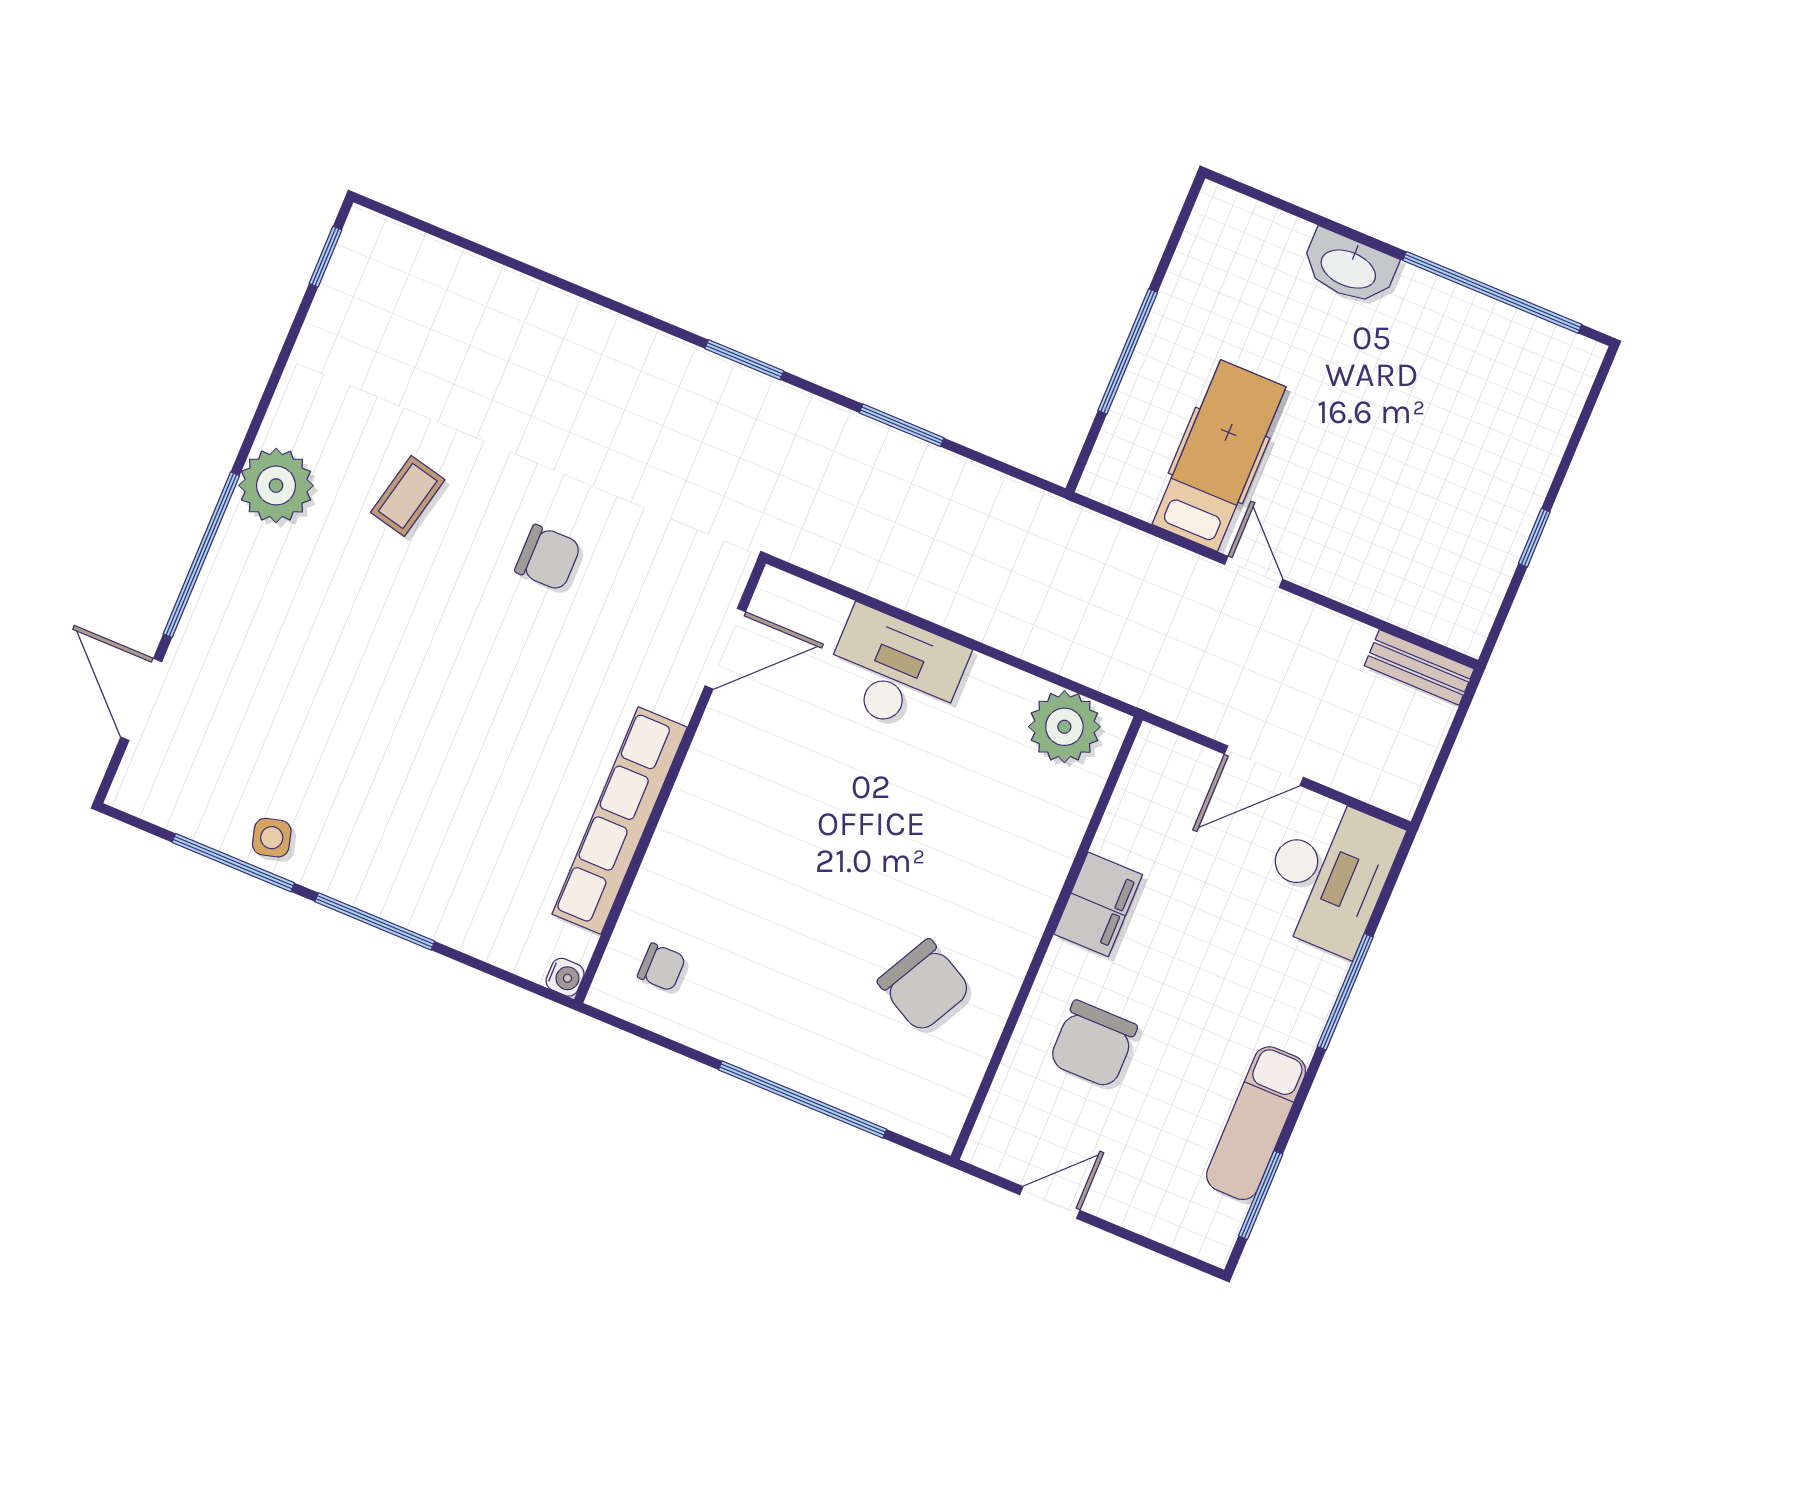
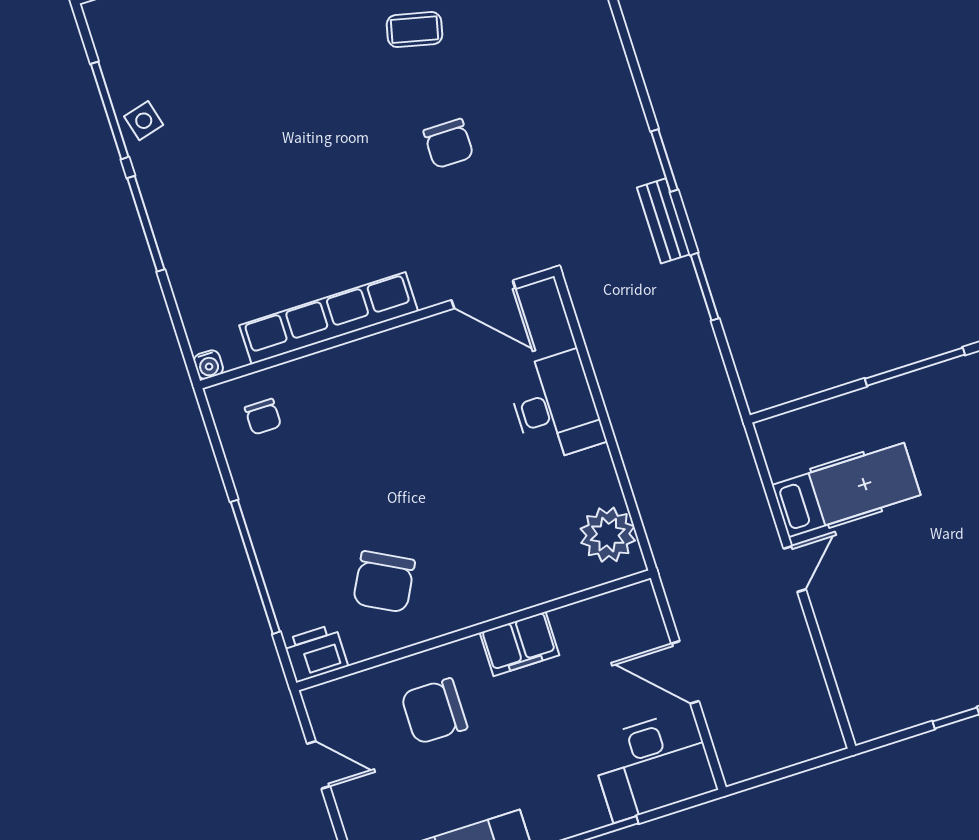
window: (1128, 351) -> (915, 367), moved
bench: (1419, 667) -> (664, 221), moved
printer: (937, 1112) -> (315, 653), added

